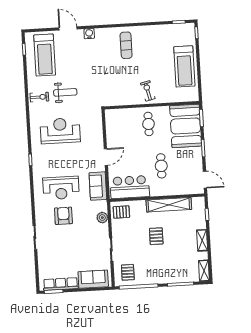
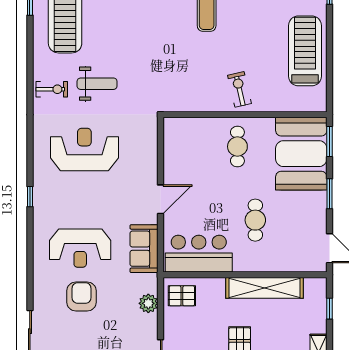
treadmill: (184, 66) -> (305, 51), turned 180

